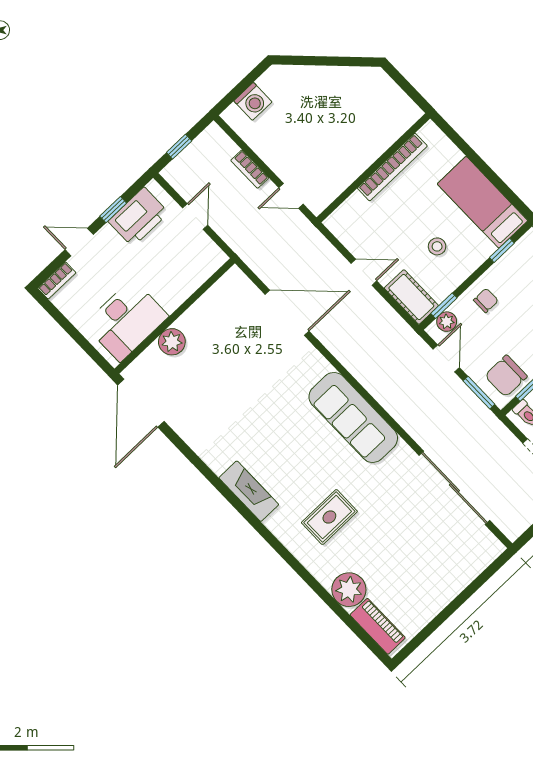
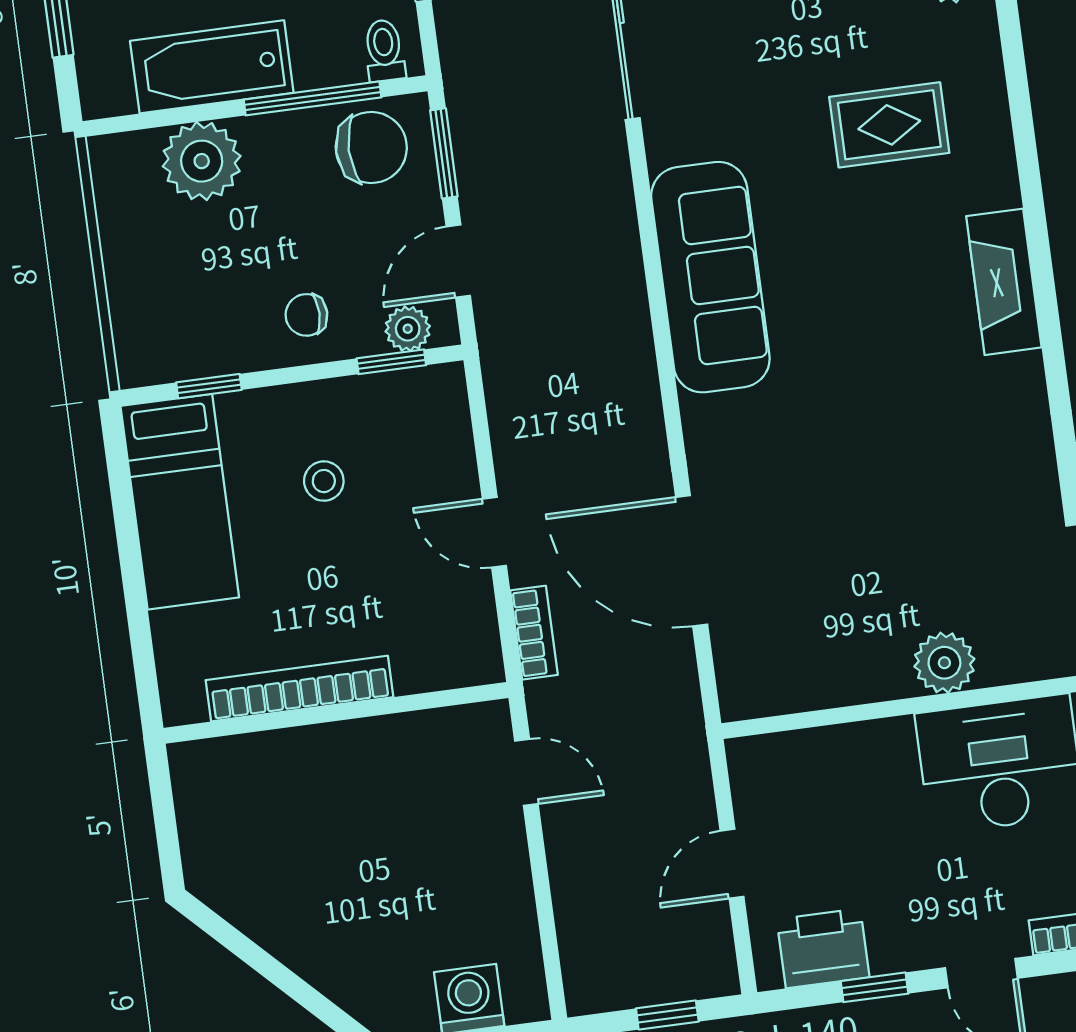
bookcase: (250, 169) -> (534, 633), moved
printer: (138, 217) -> (823, 948), width x0.73, depth x0.84
cot: (411, 297) -> (440, 422), removed

